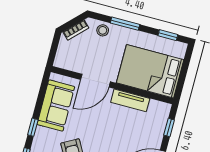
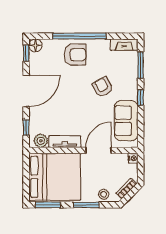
window: (168, 35) -> (48, 205), width x1.50
nightstand: (59, 62) -> (133, 158), added
bed: (150, 71) -> (55, 177), width x1.36
plant: (157, 109) -> (41, 141), added

